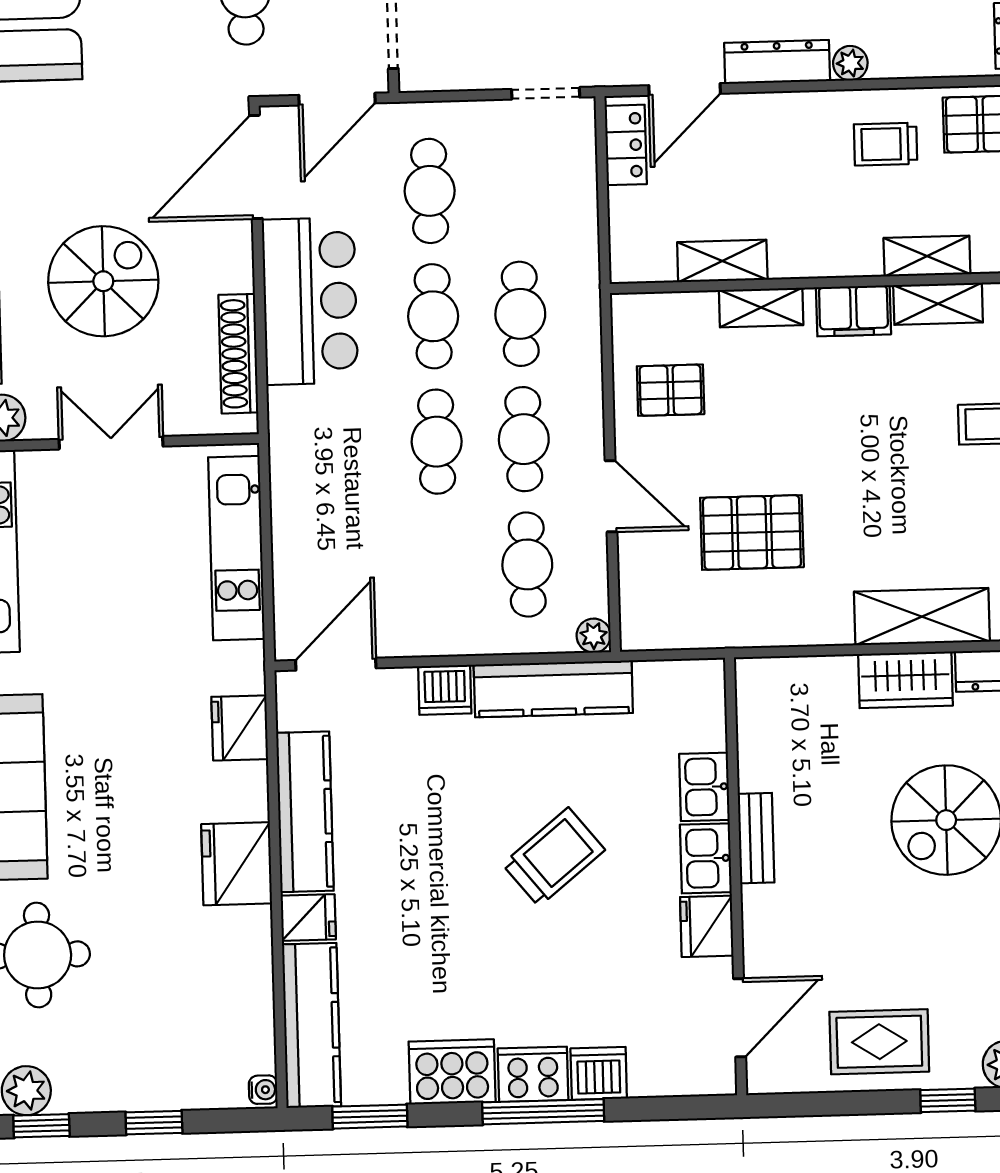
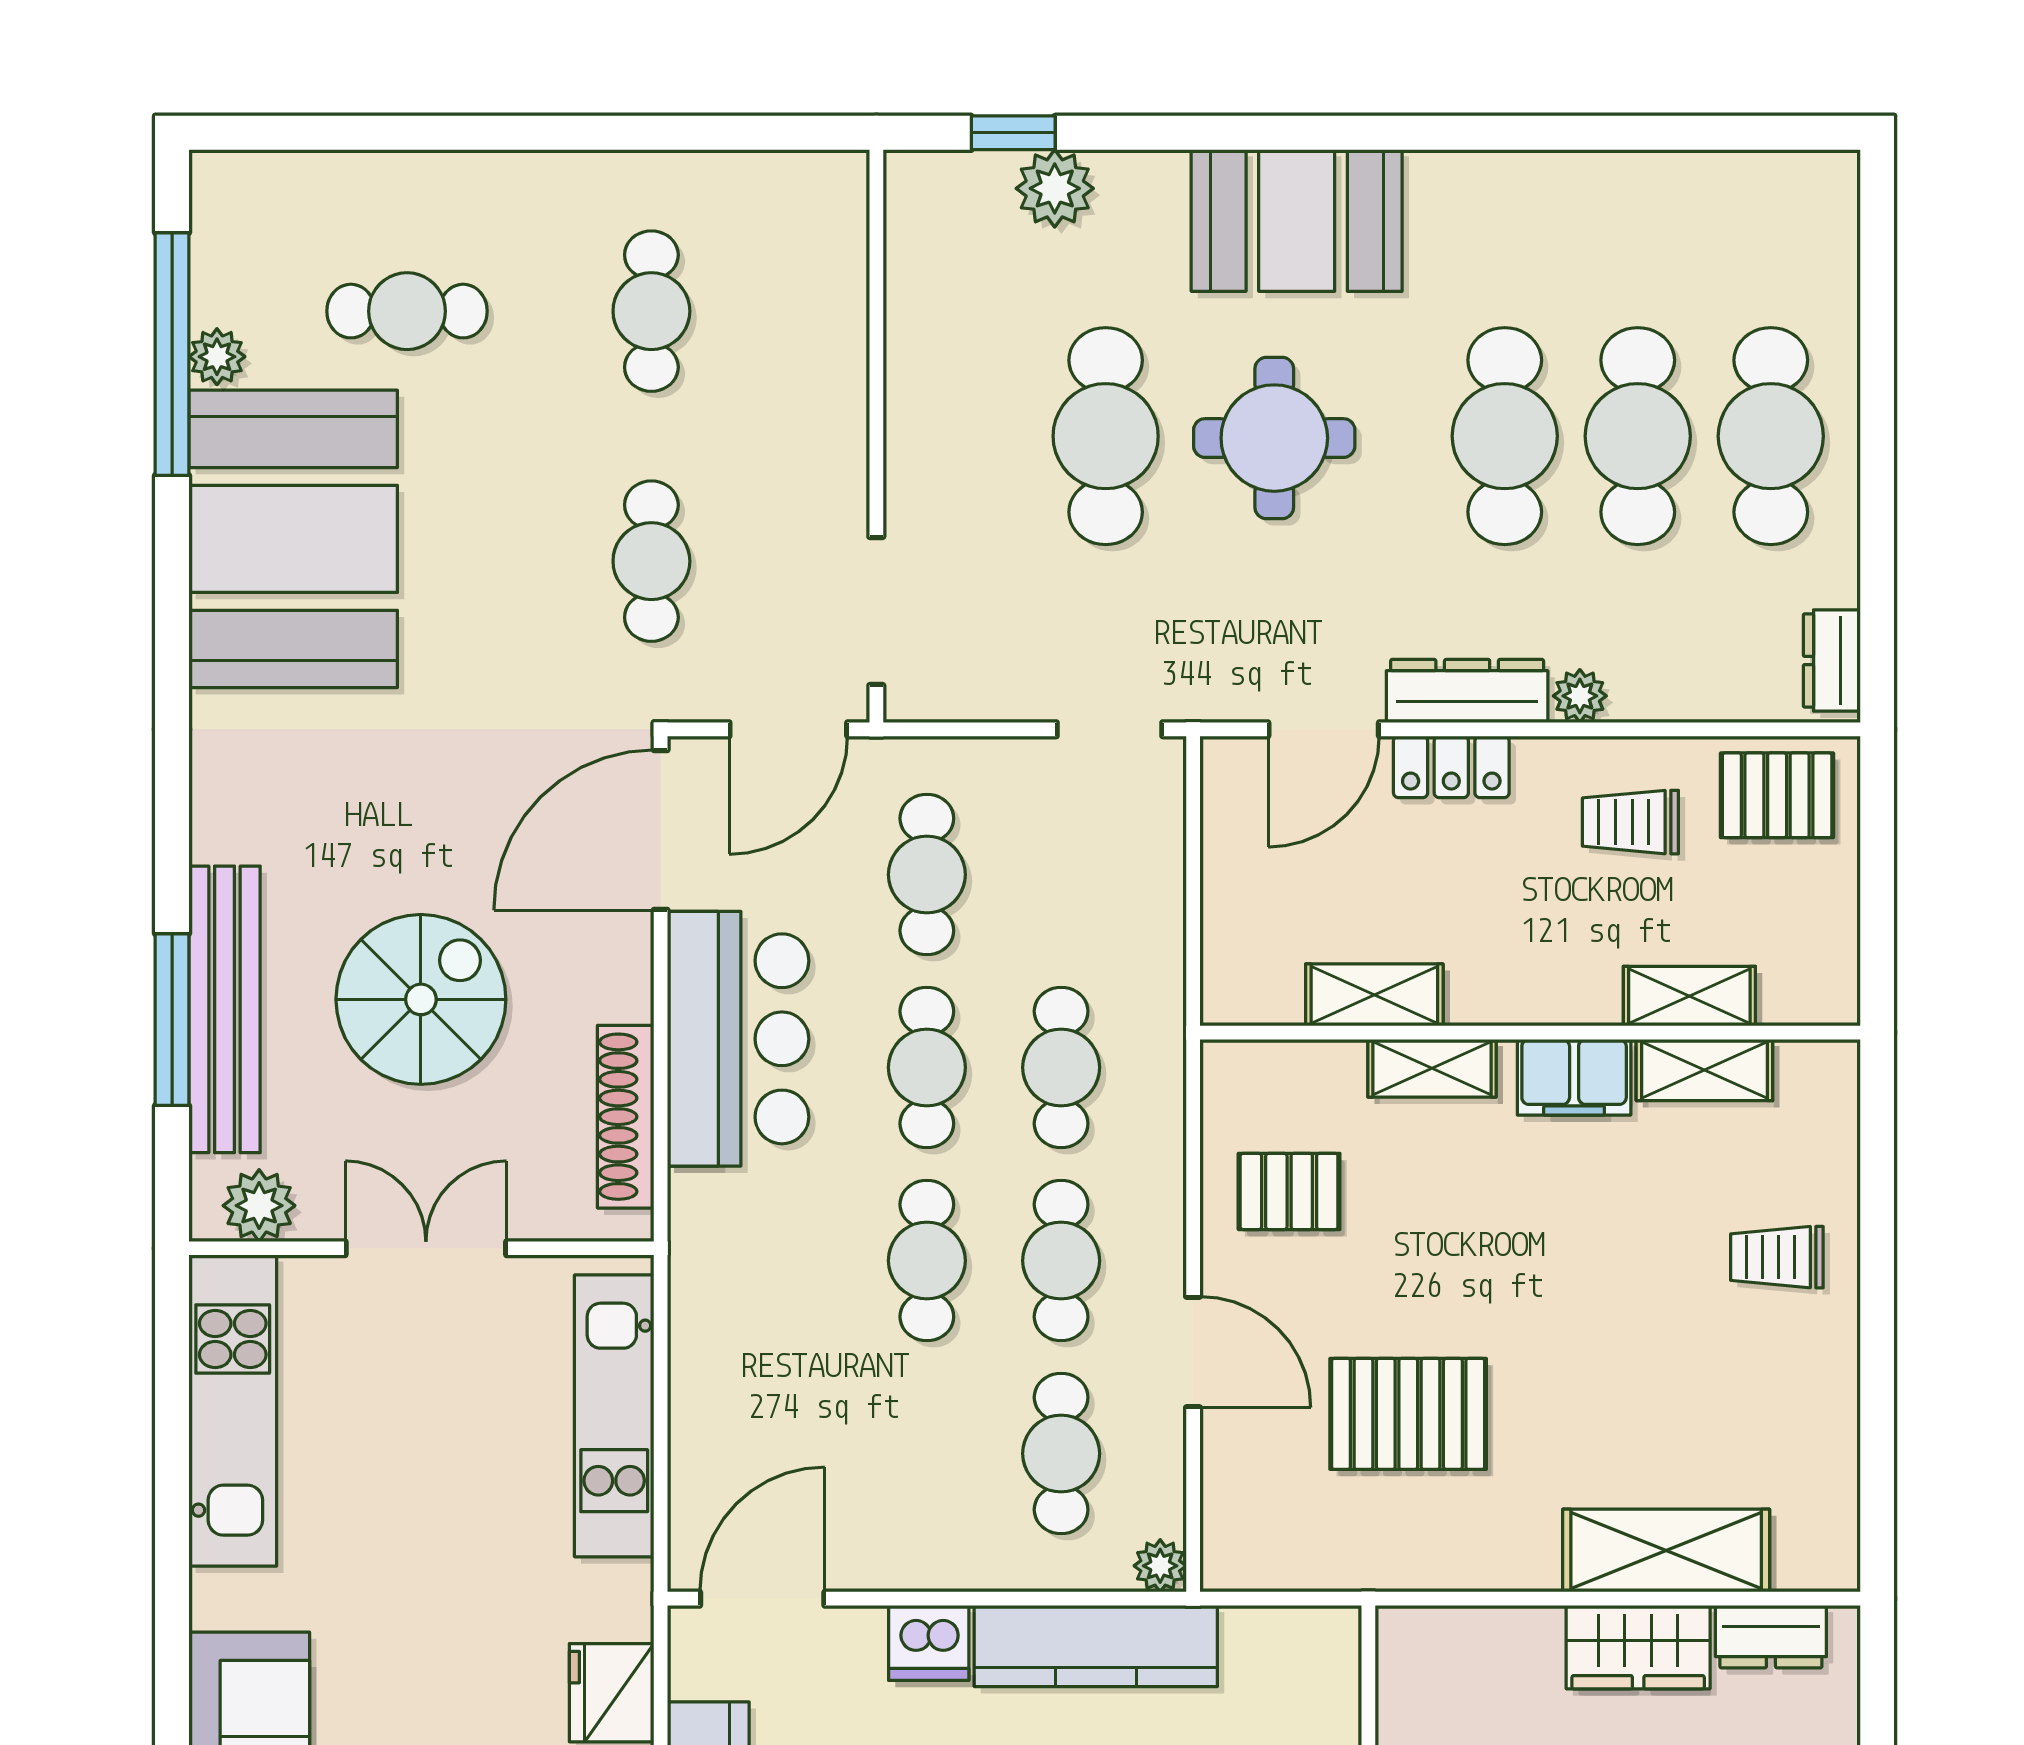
locker: (626, 145) -> (1451, 767), moved, turned 90

